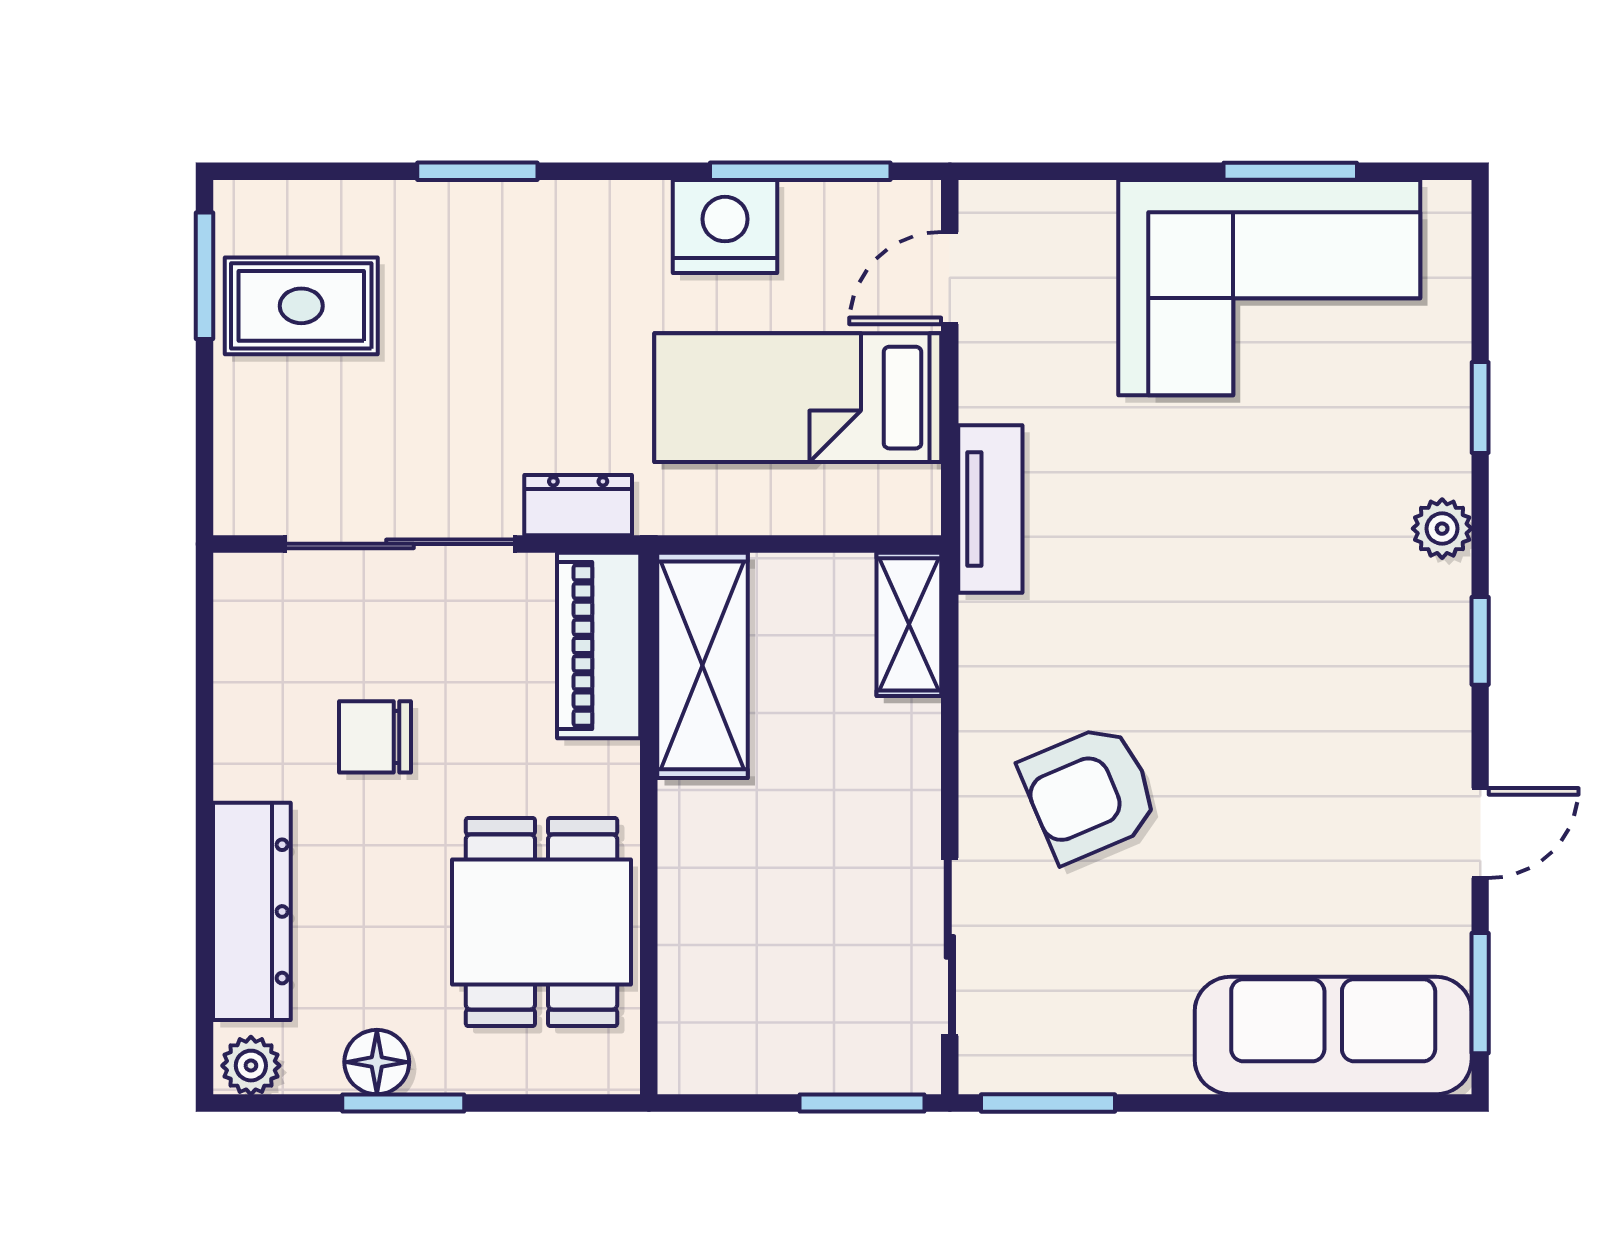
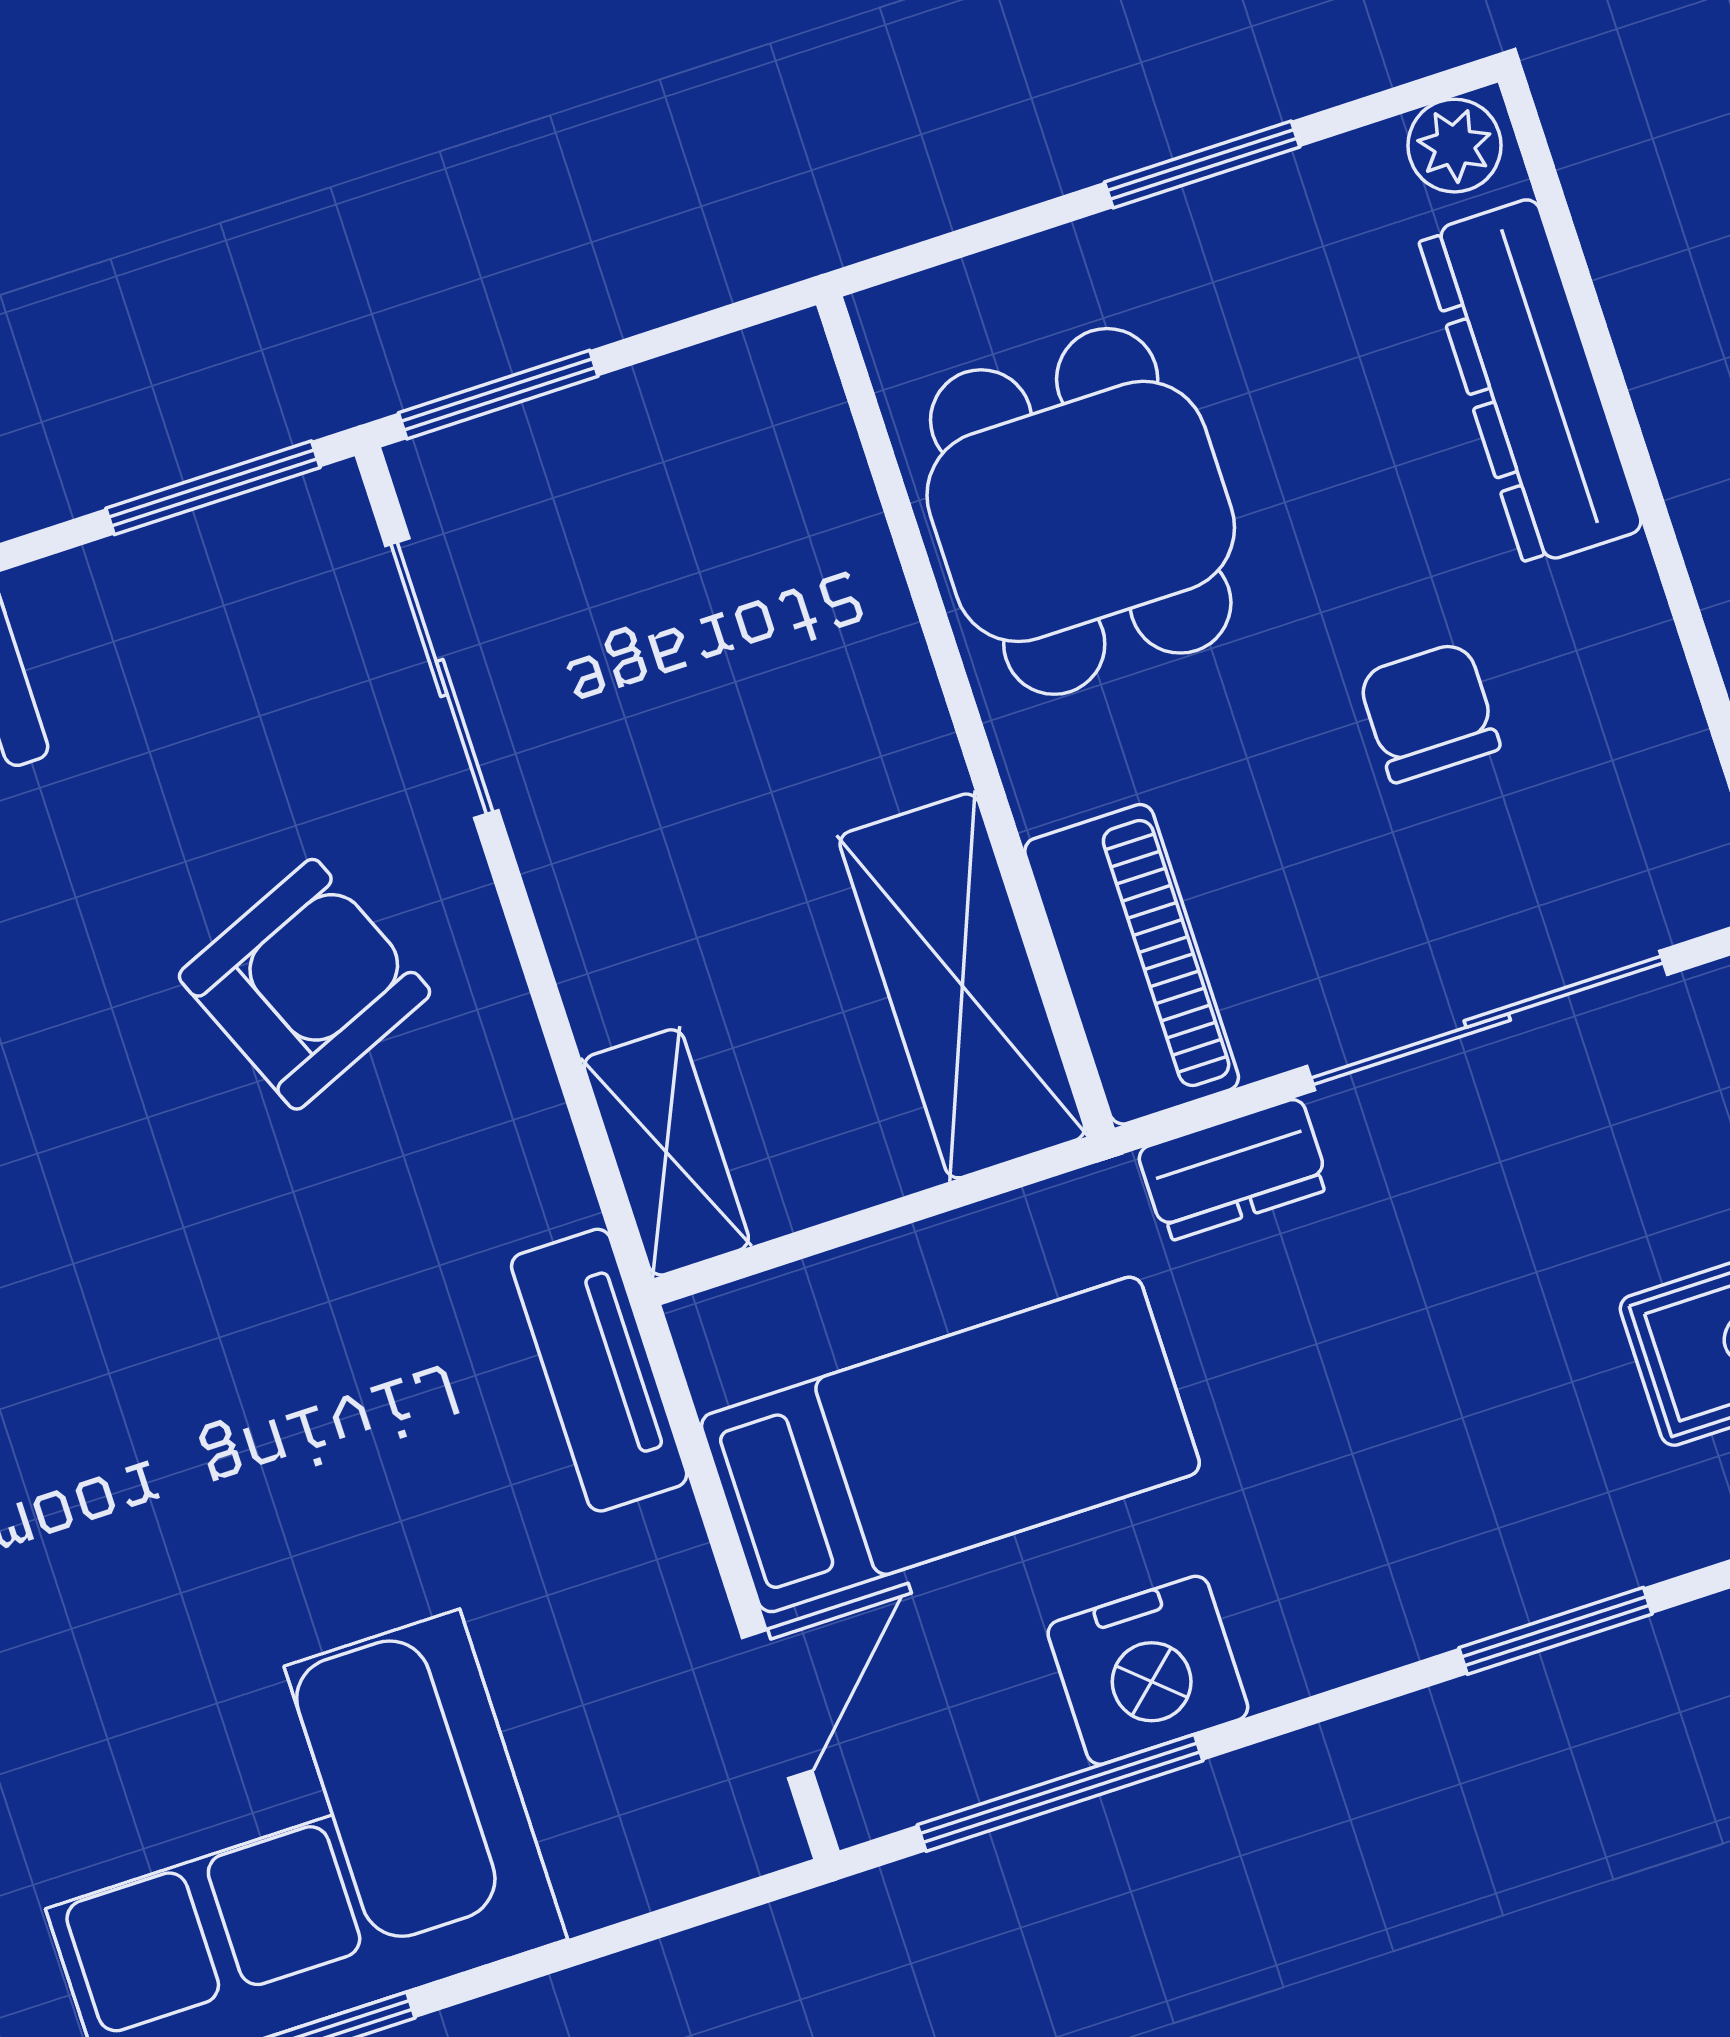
chair: (375, 737) -> (1429, 712), turned -90
floor lamp: (377, 1062) -> (1263, 214), removed

